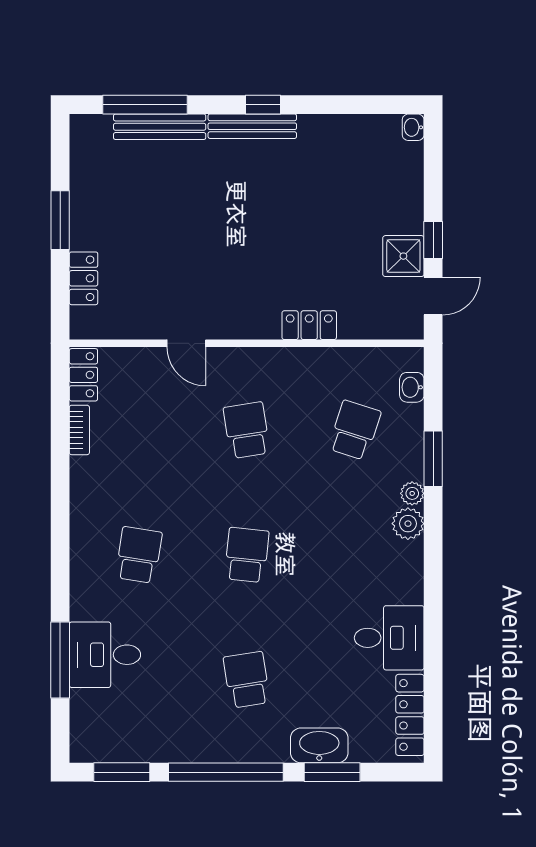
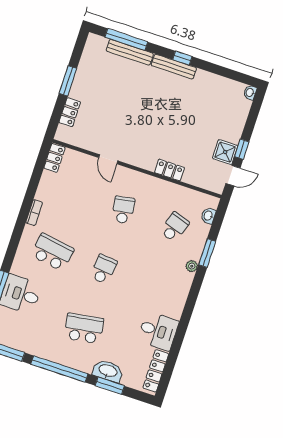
bookcase: (79, 430) -> (34, 213), moved
plant: (408, 524) -> (185, 280), removed
school desk: (139, 555) -> (52, 252), width x1.85
school desk: (247, 680) -> (84, 328), width x1.85

